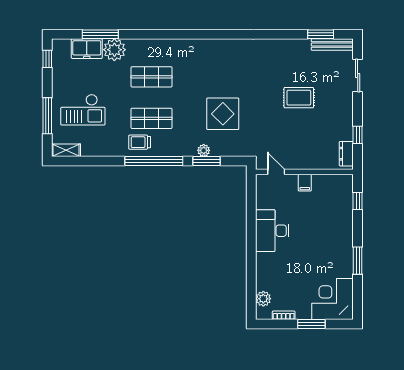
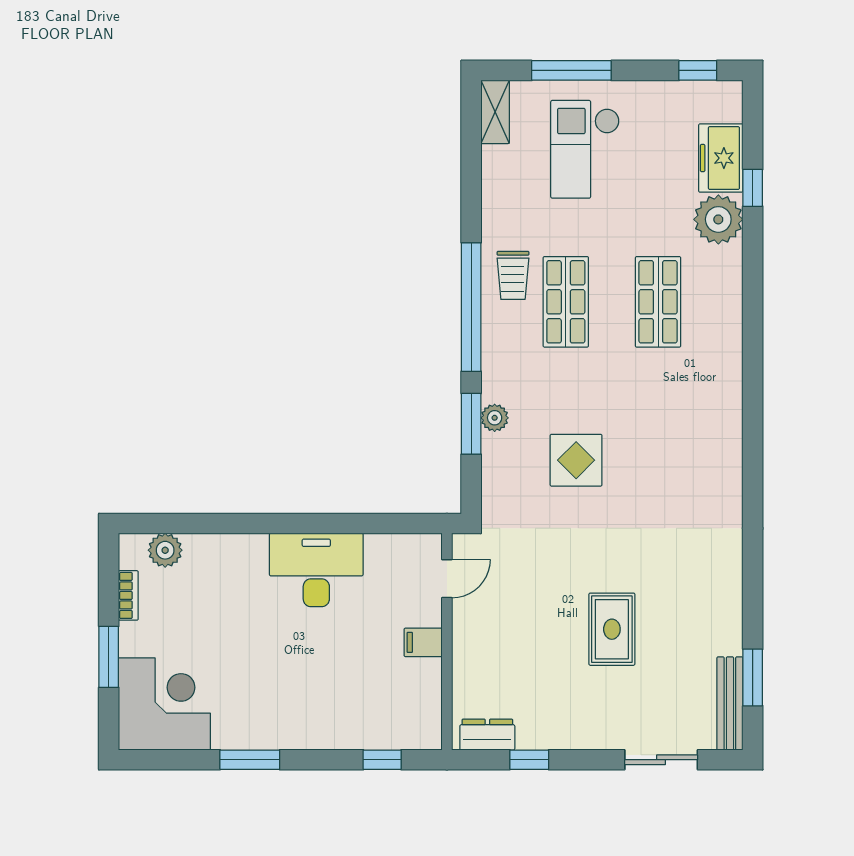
window: (100, 34) -> (753, 188), width x0.46
display table: (223, 114) -> (576, 460), width x0.73, depth x0.73
trolley: (140, 142) -> (513, 275), turned 180

